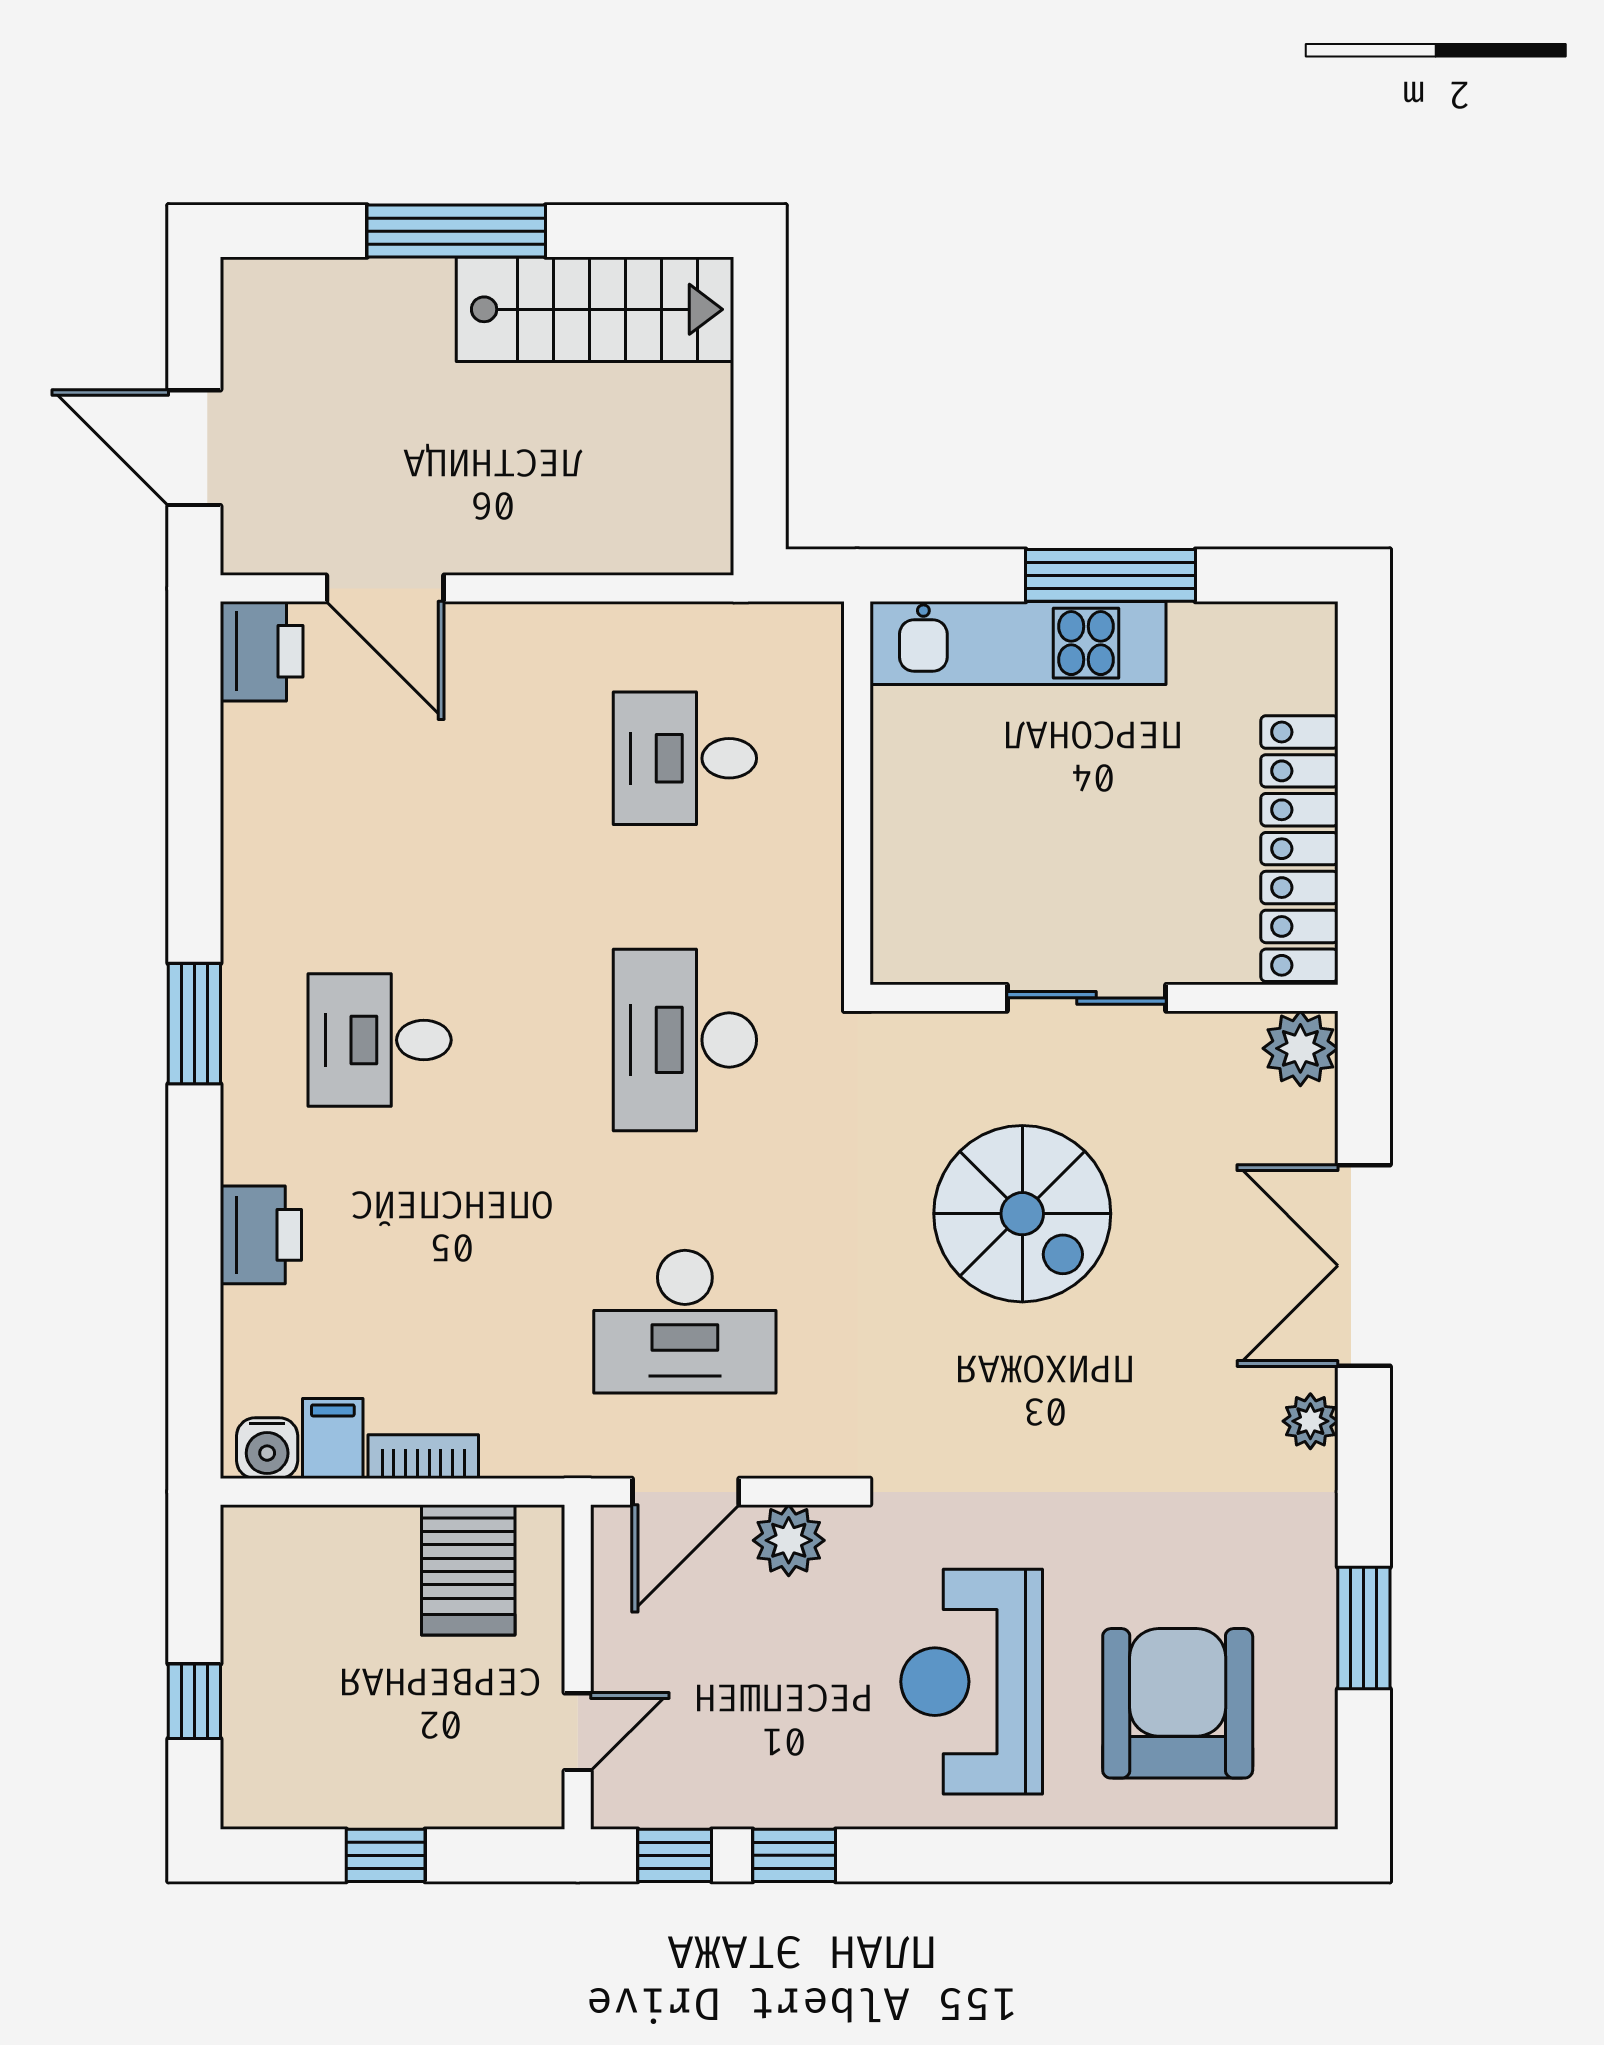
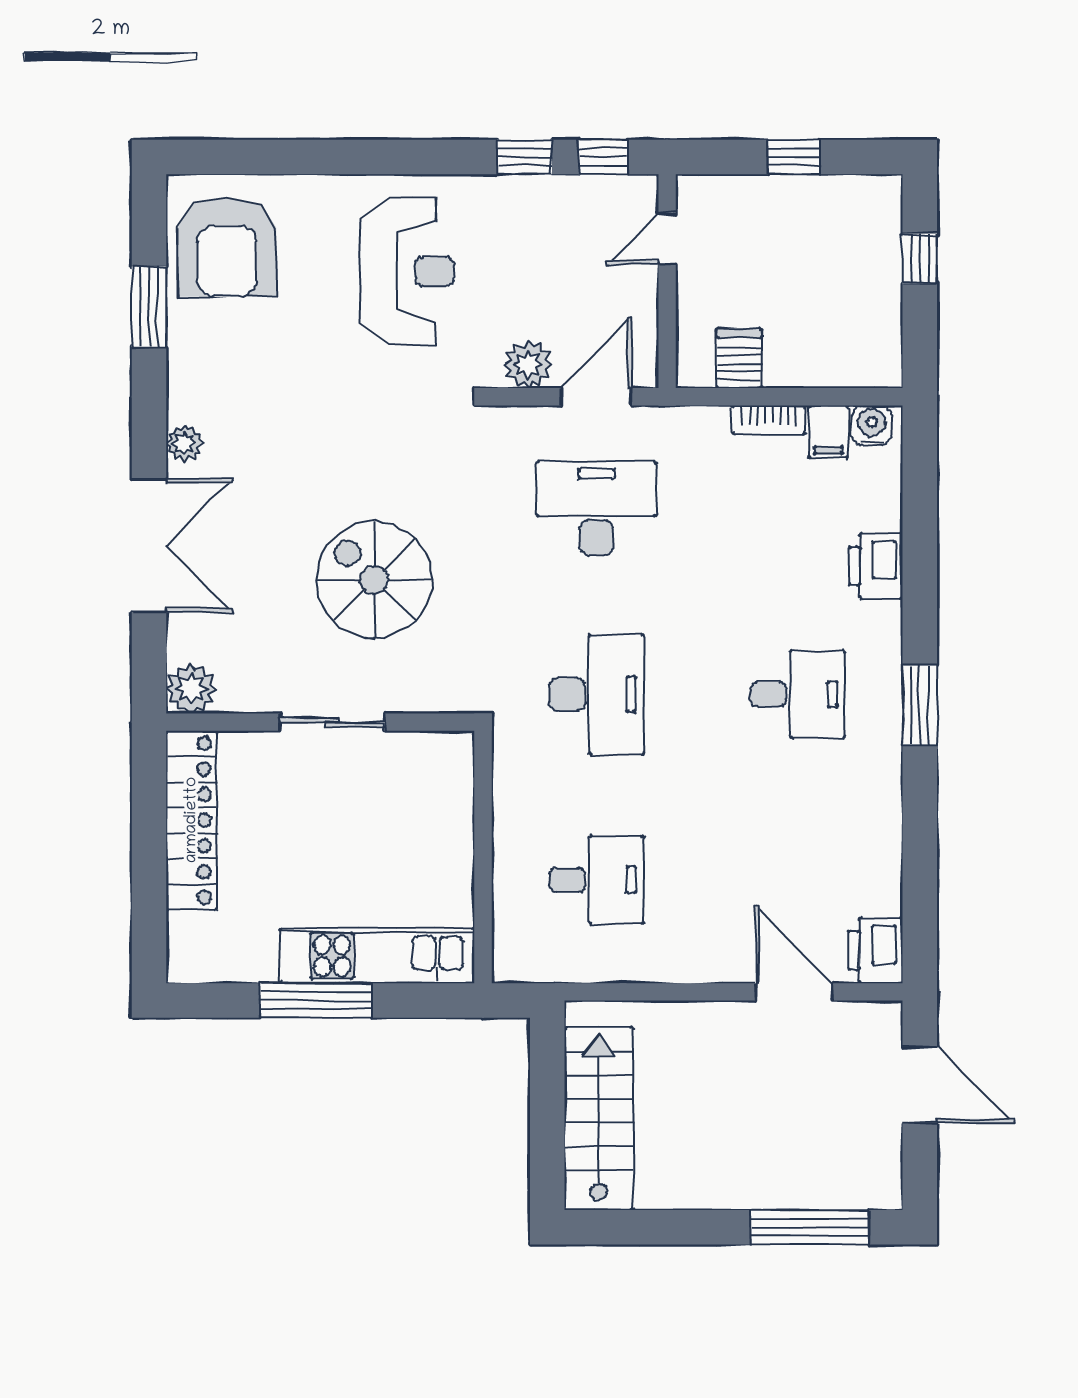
window: (456, 231) -> (810, 1227), moved
stairs: (595, 309) -> (599, 1119), moved, turned 90
server rack: (468, 1570) -> (739, 358), width x0.73, depth x0.70
armchair: (1178, 1703) -> (227, 247), moved

